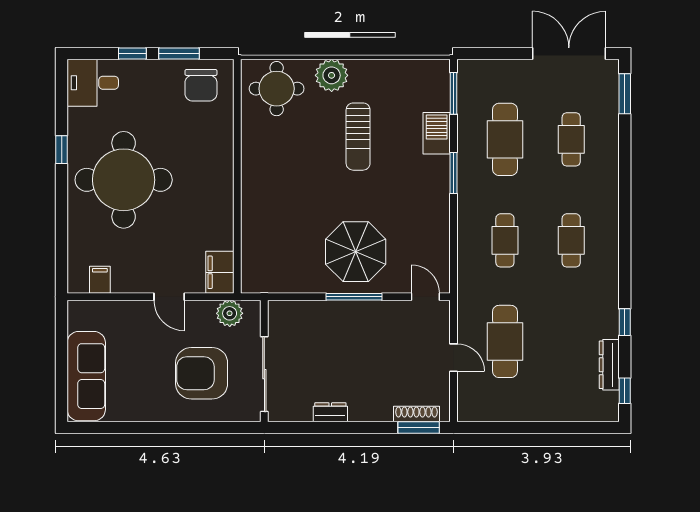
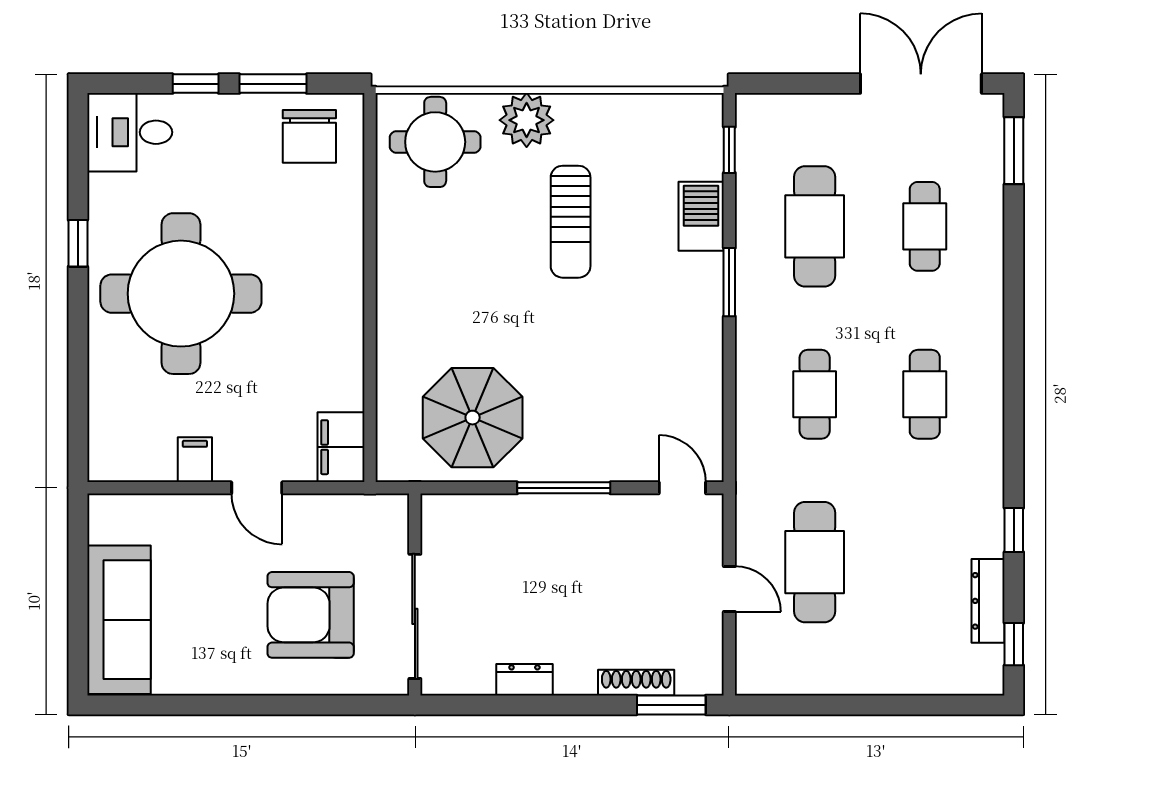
window: (454, 93) -> (729, 150), width x0.67
parasol: (356, 252) -> (473, 418), moved
filing cabinet: (100, 280) -> (195, 460), moved
plant: (230, 313) -> (357, 515), removed
shoe rack: (416, 414) -> (636, 683), moved

